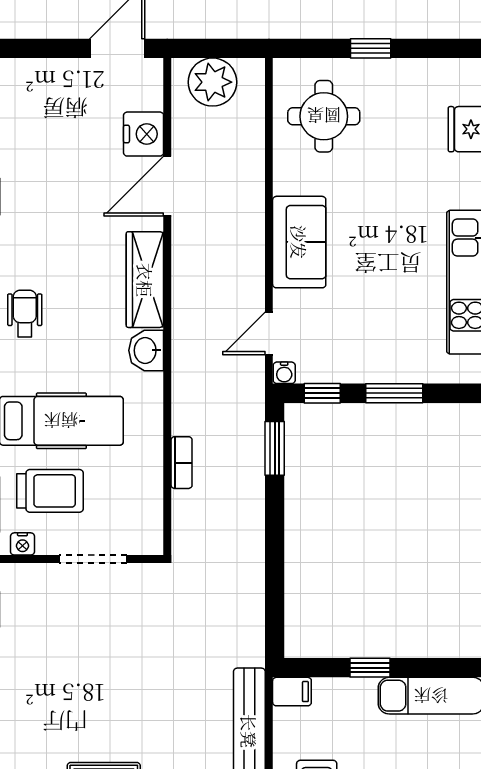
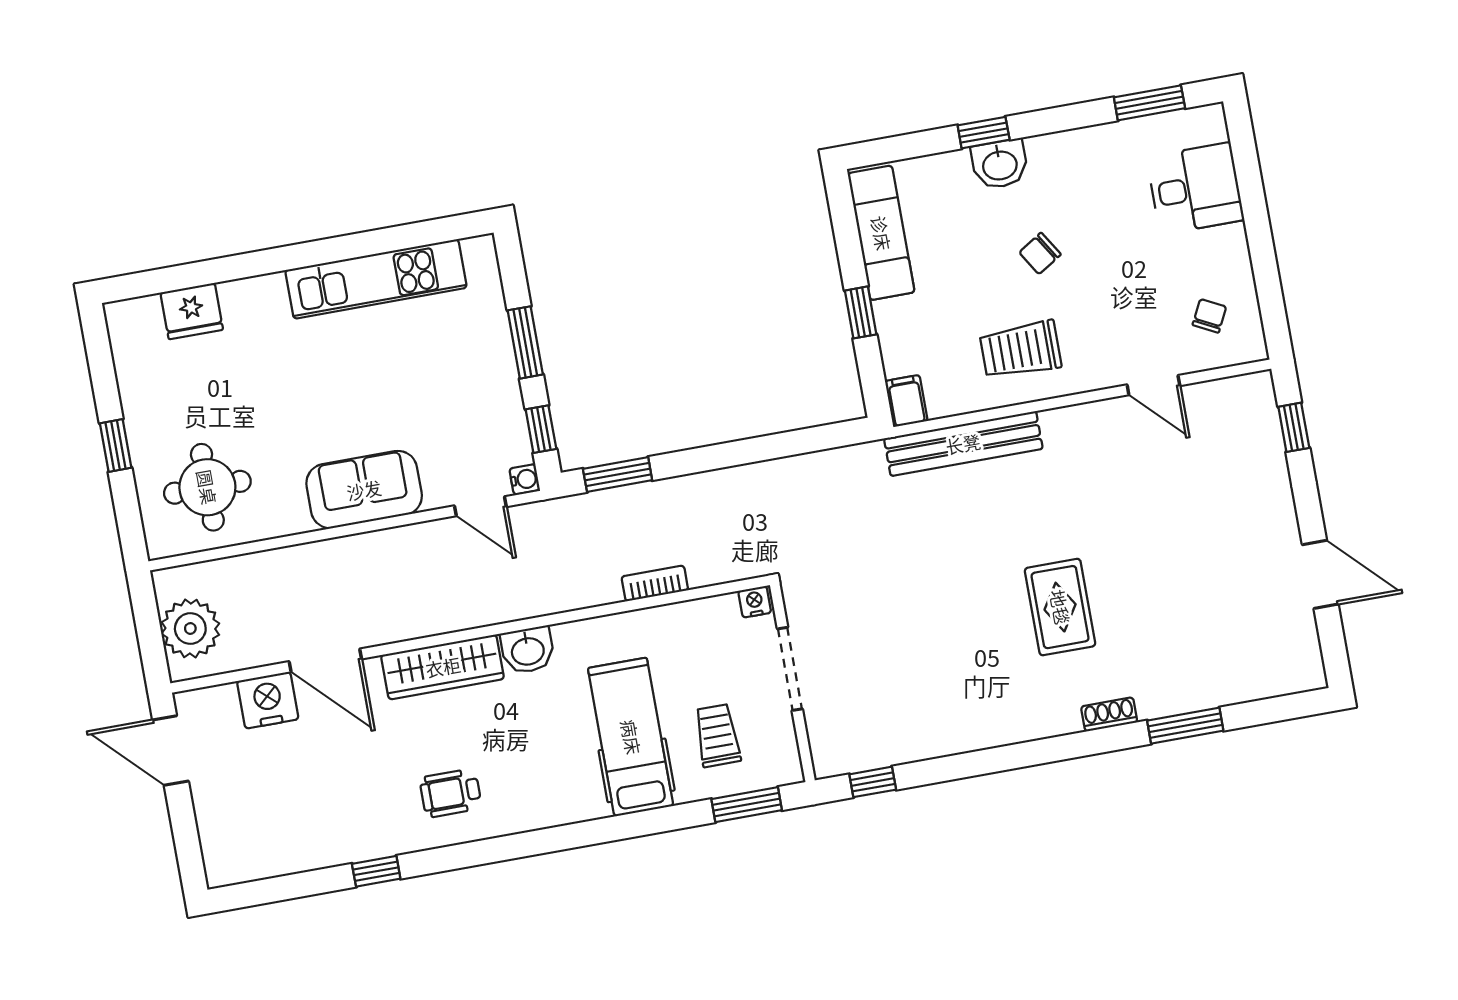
wheelchair: (25, 313) -> (451, 793), moved
trolley: (50, 491) -> (717, 736), width x0.73, depth x0.72
nightstand: (22, 544) -> (755, 602), moved, turned -90

